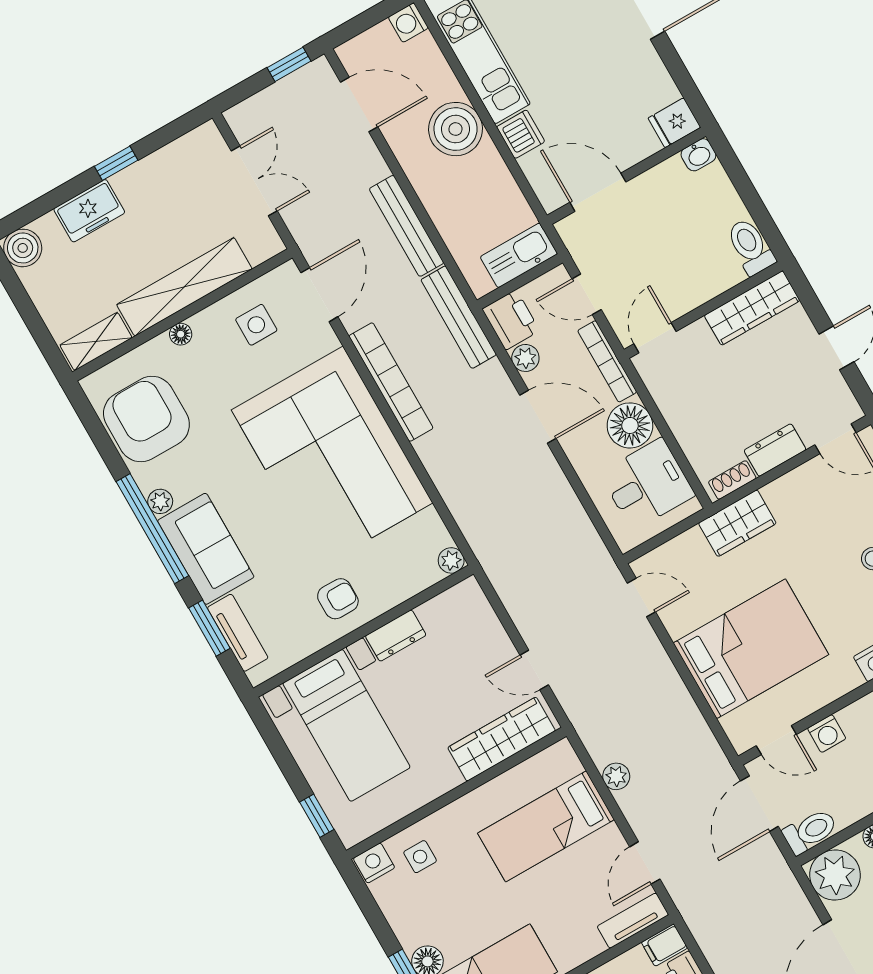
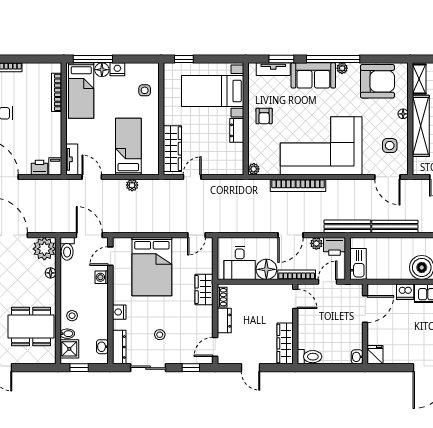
bookcase: (391, 382) -> (298, 185), moved
nightstand: (374, 863) -> (117, 69), moved, turned -90

